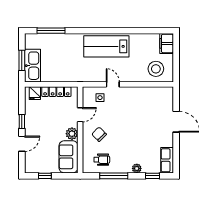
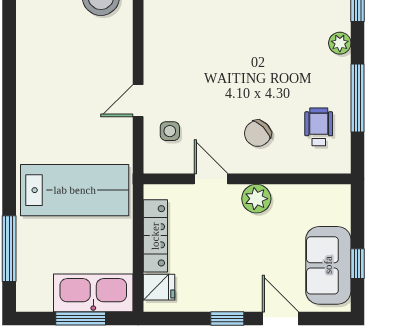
lab bench: (106, 46) -> (75, 190), moved, turned -90
sofa: (68, 157) -> (328, 265), moved, turned 90

